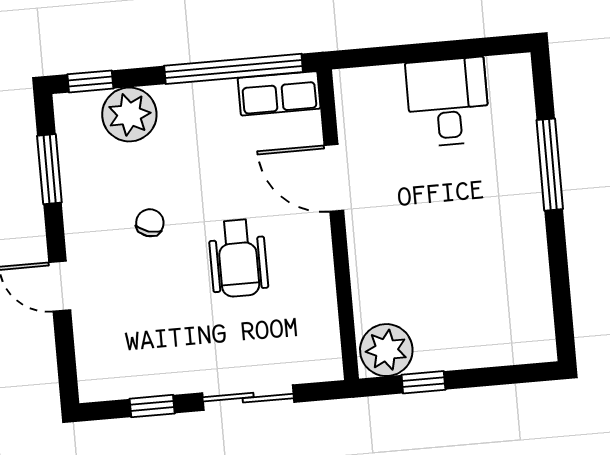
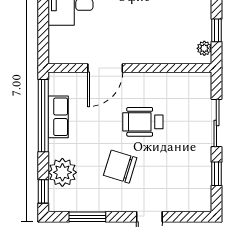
row of seats: (279, 93) -> (58, 117), moved
chair: (150, 223) -> (120, 167), width x1.87, depth x1.87
wheelchair: (238, 258) -> (143, 122), turned 180
plant: (386, 350) -> (204, 48), width x0.53, depth x0.53

